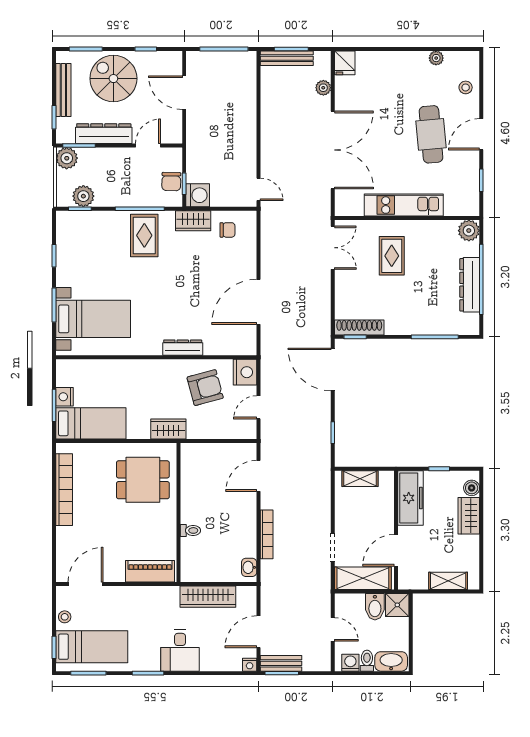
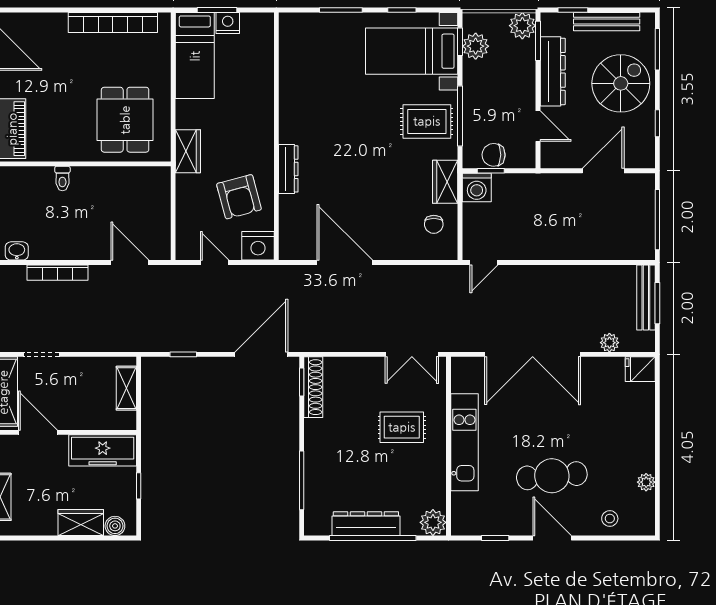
bed with nightstands: (93, 319) -> (412, 51), moved, turned 90

